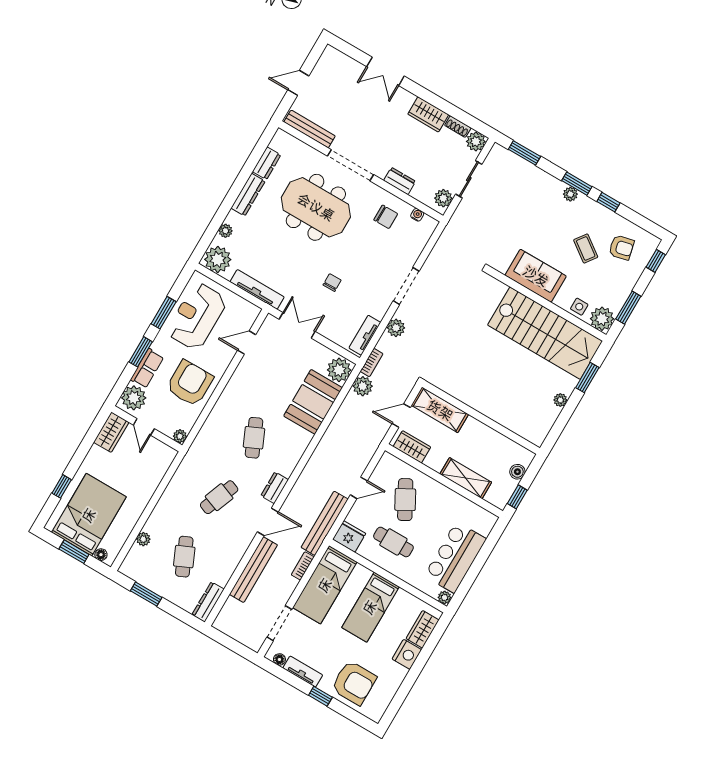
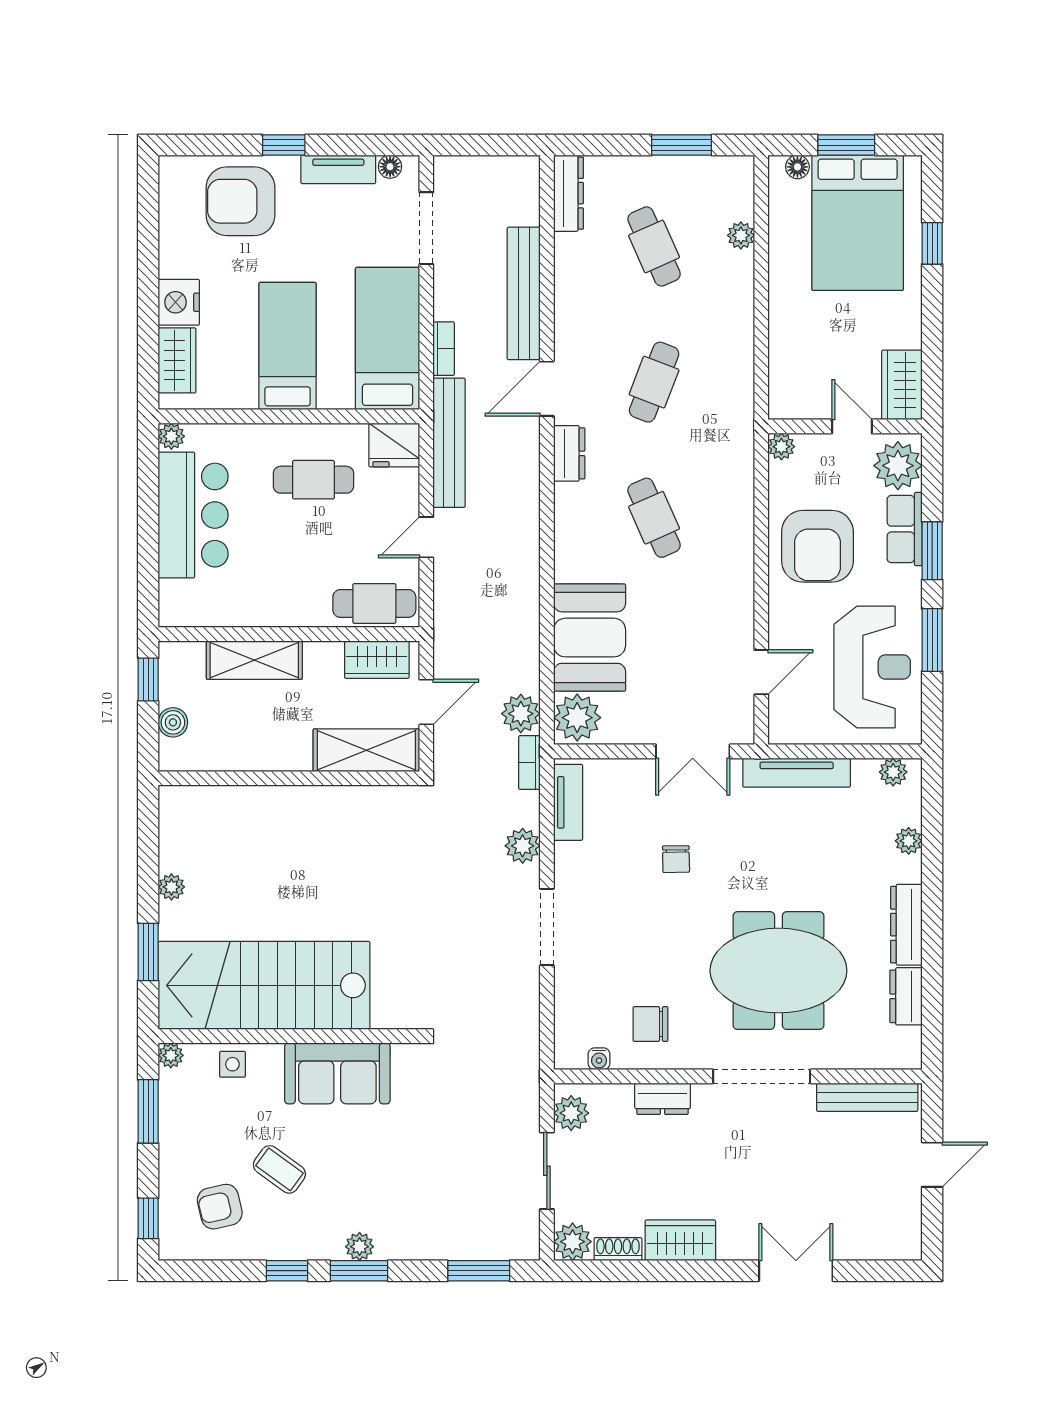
plant: (218, 259) -> (893, 772), width x0.53, depth x0.53
plant: (602, 319) -> (171, 1055), width x0.53, depth x0.53
cafe table: (405, 500) -> (374, 603), moved, turned -61

